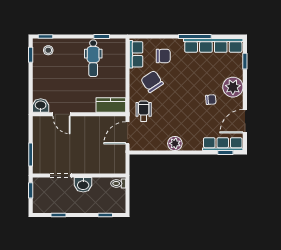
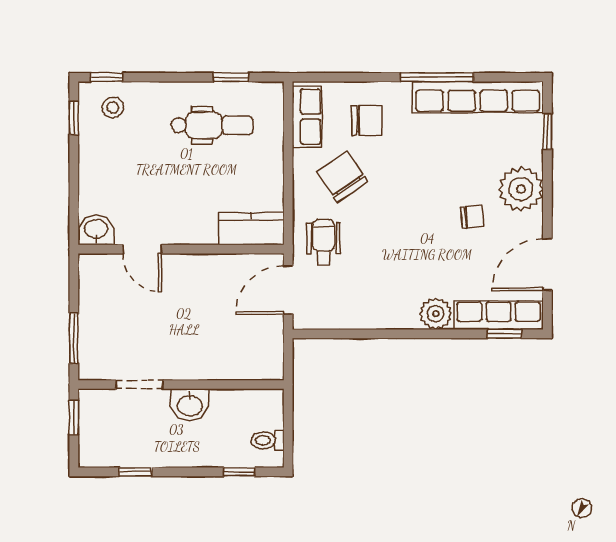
dental chair: (93, 58) -> (212, 125), turned -90
plant: (175, 143) -> (436, 314), moved
toilet: (118, 183) -> (267, 440), moved

